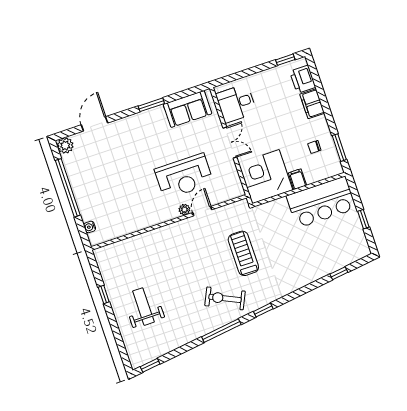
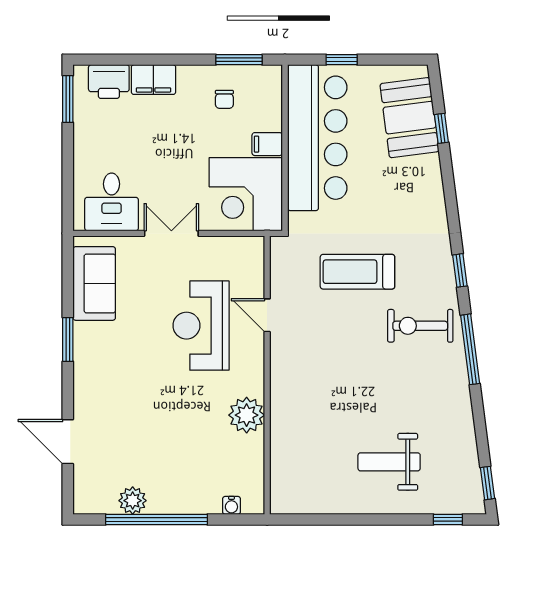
window: (285, 60) -> (68, 99), width x1.50
plant: (65, 145) -> (133, 501), moved
reception desk: (184, 176) -> (201, 326), turned 180
bar counter: (321, 202) -> (317, 138), width x1.36
plant: (184, 210) -> (247, 415), moved, width x1.88, depth x1.88
window: (363, 219) -> (342, 60), moved
booth: (339, 253) -> (410, 118), added
window: (104, 295) -> (448, 519), moved
exercise bike: (225, 298) -> (420, 326), turned 65

